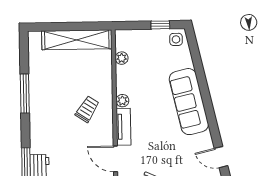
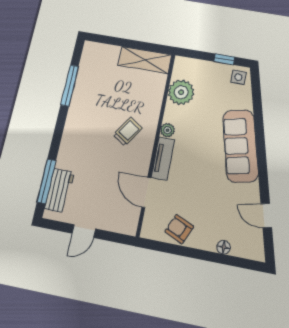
shelving: (77, 40) -> (145, 60), width x0.68
plant: (122, 58) -> (181, 92), width x1.88, depth x1.88
window: (25, 94) -> (70, 85), moved

